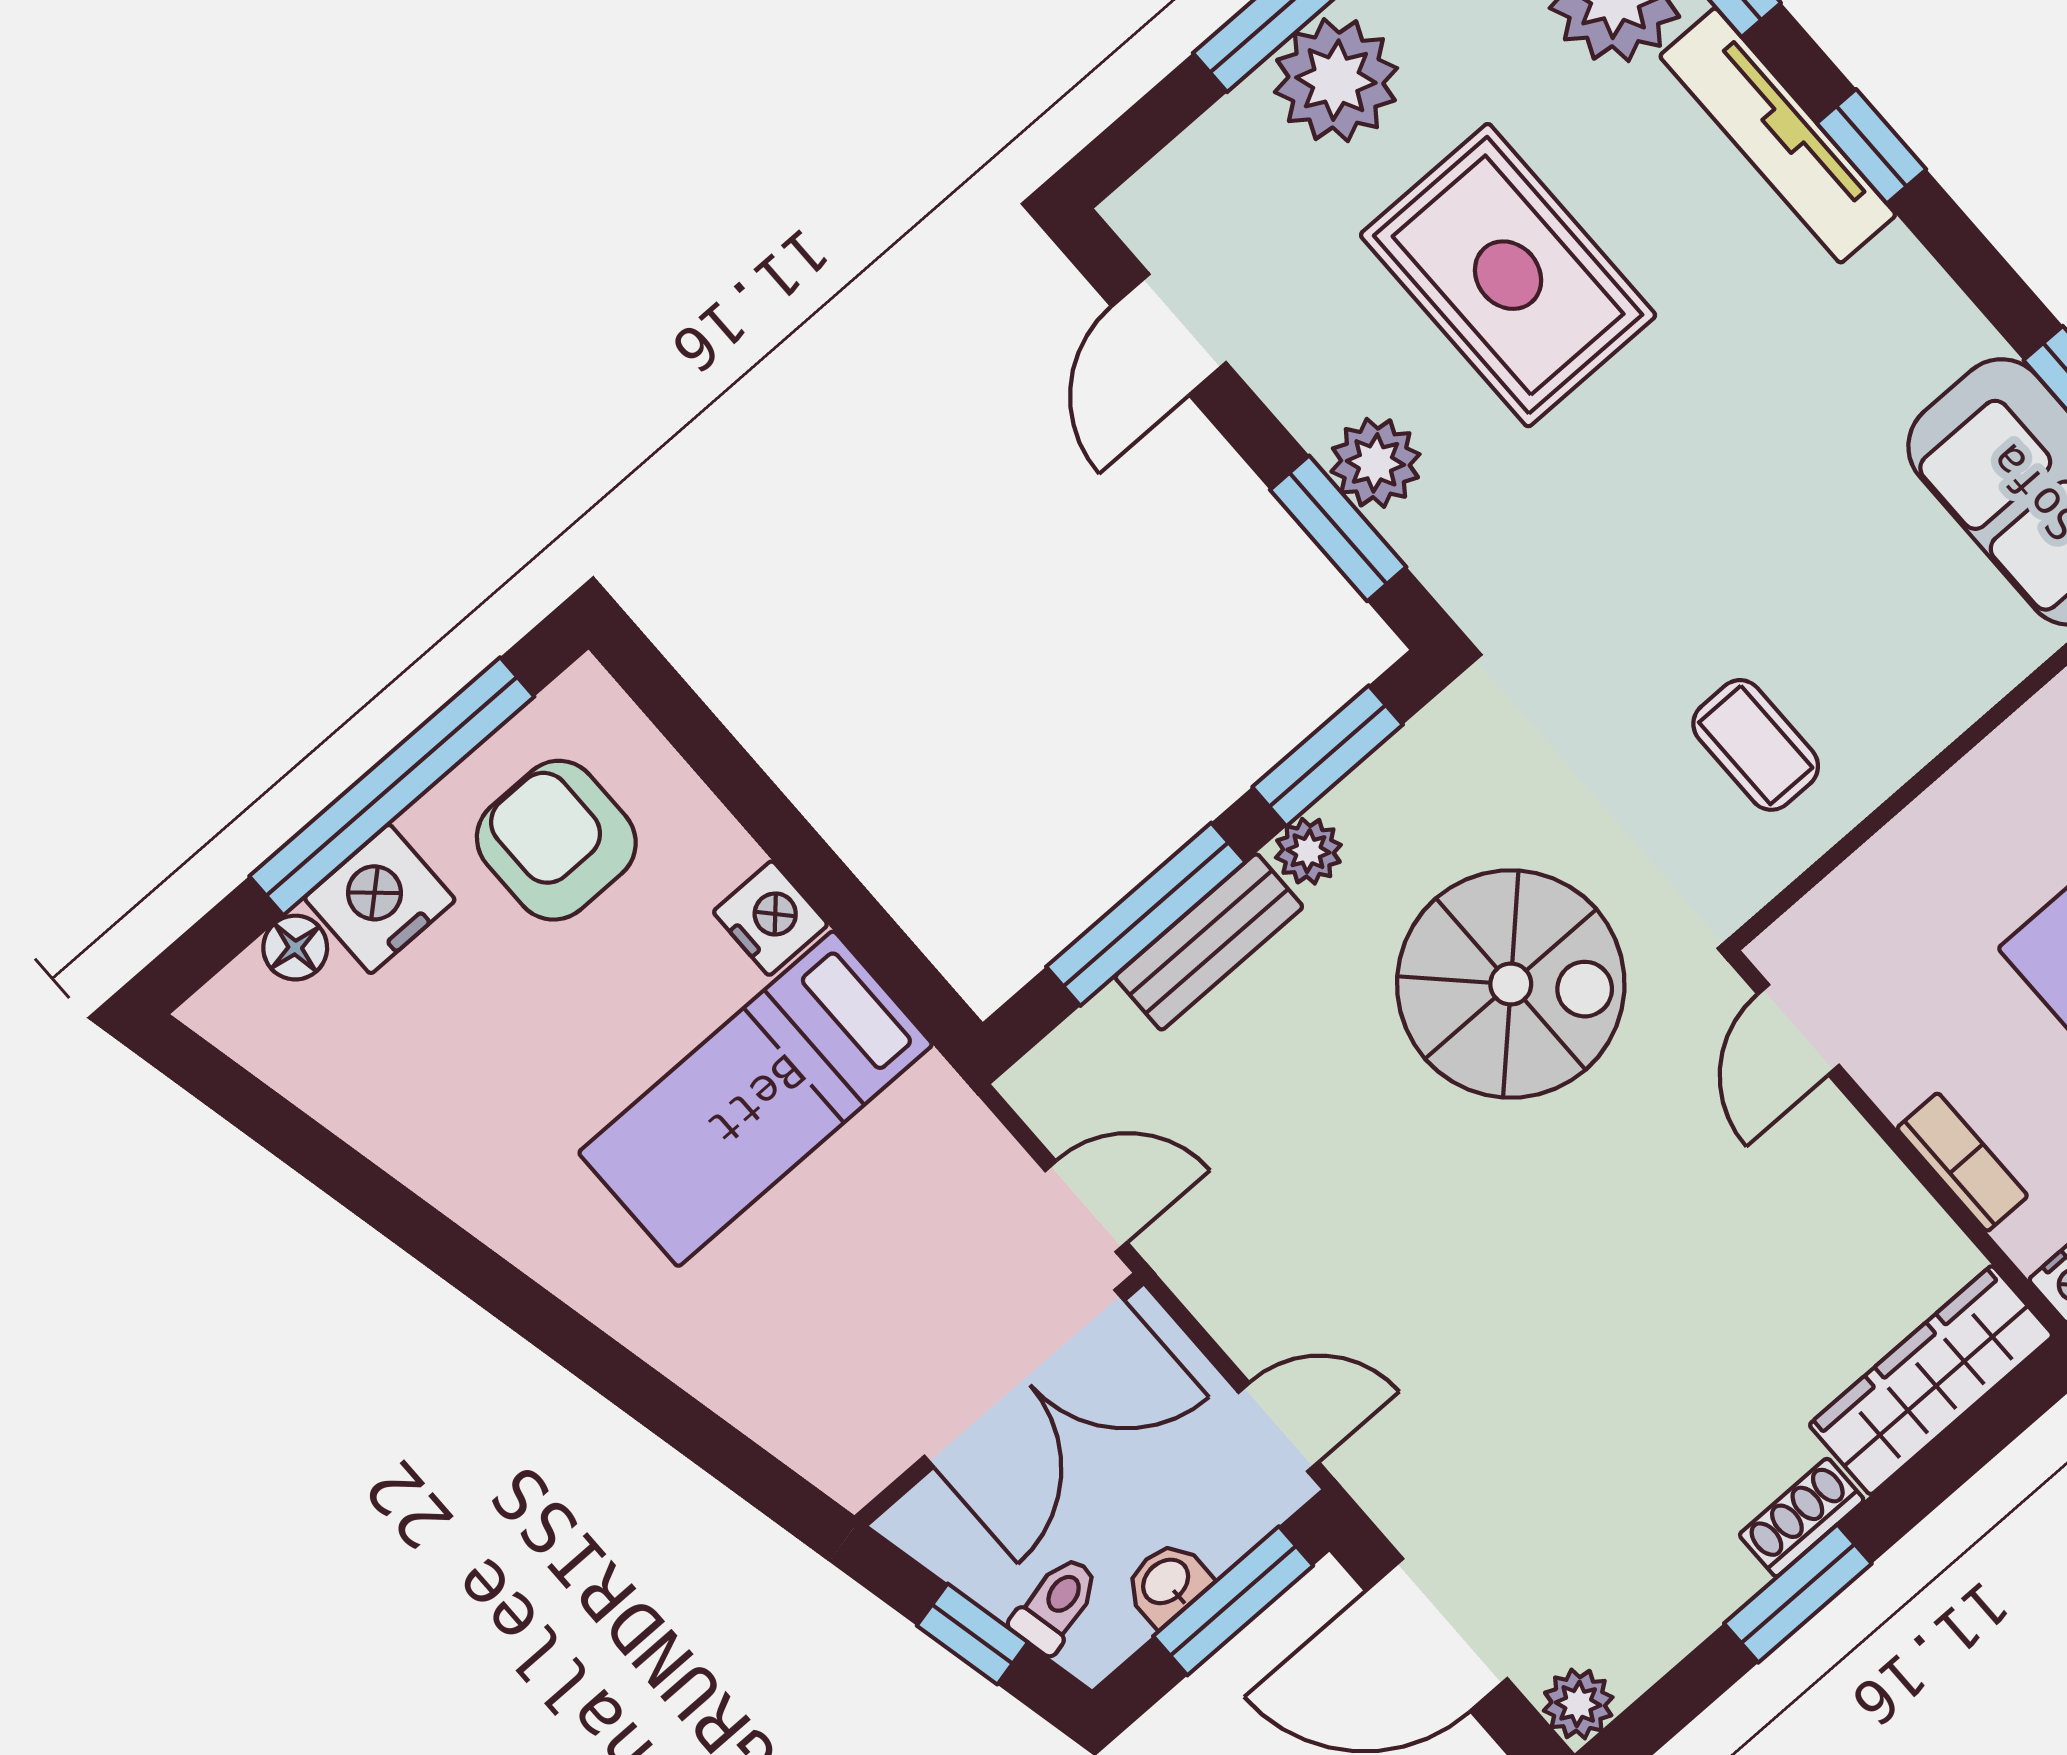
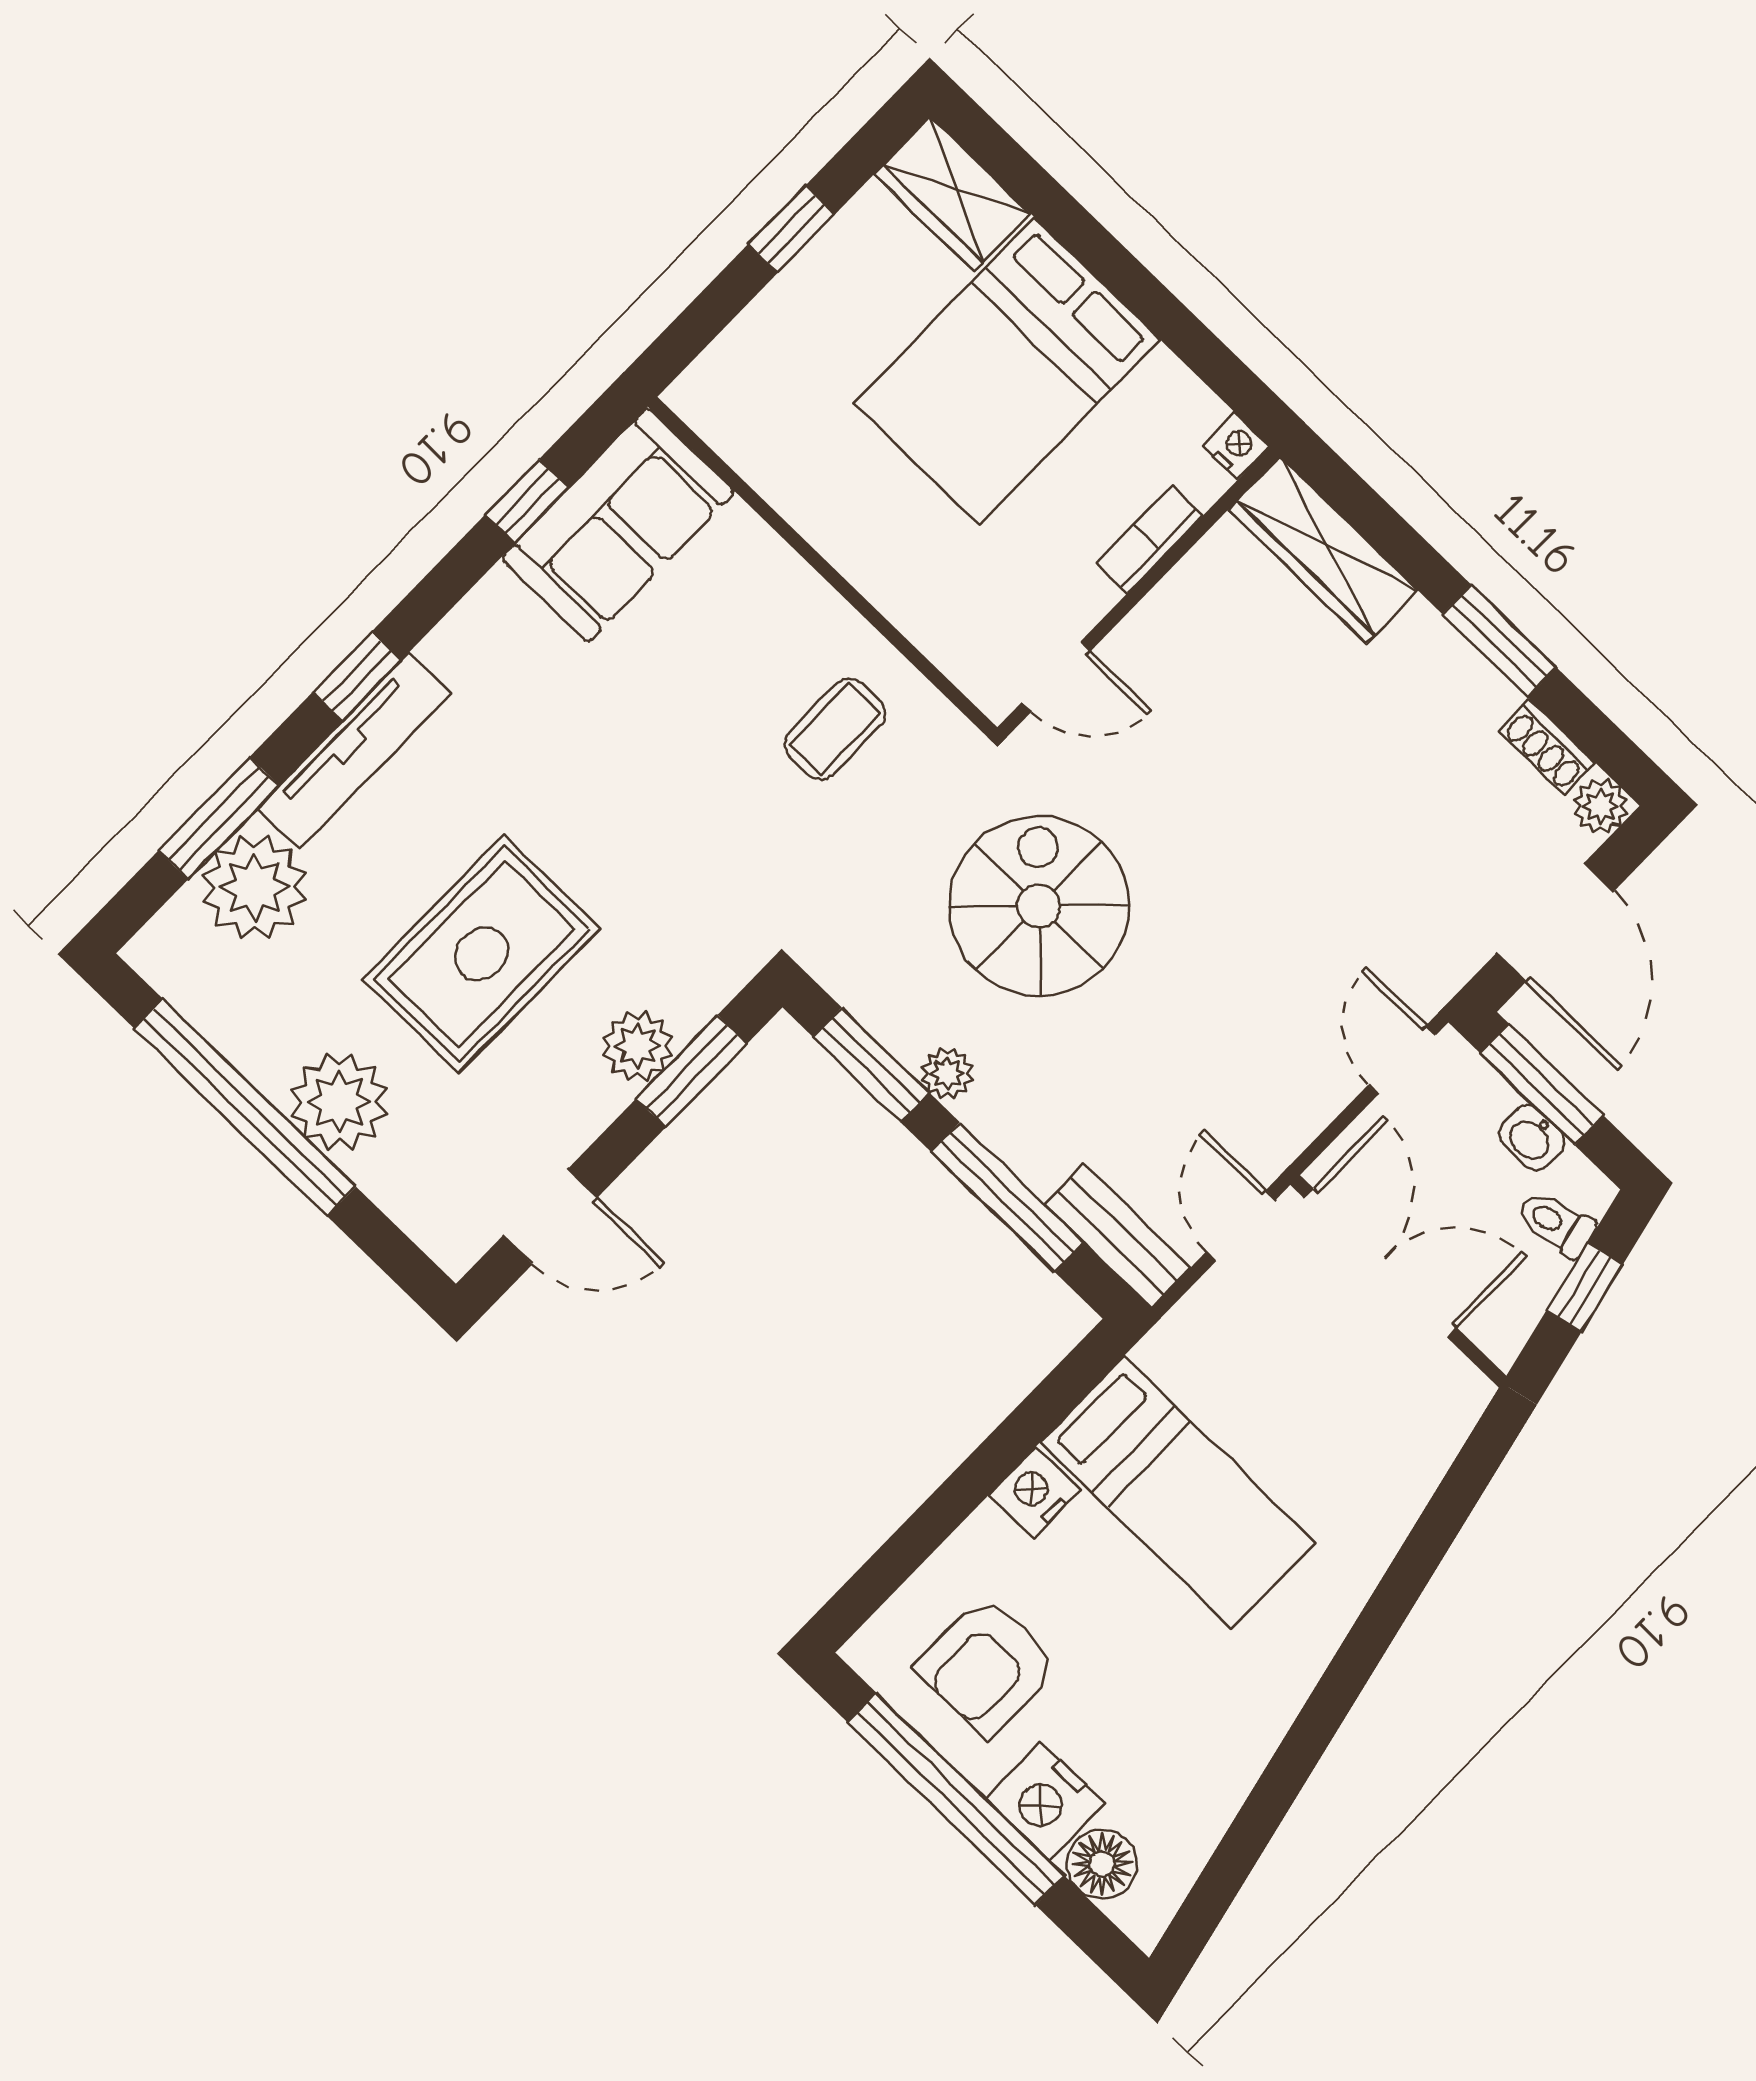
bench: (1209, 942) -> (1117, 1236), moved
floor lamp: (295, 948) -> (1102, 1864), width x1.37, depth x1.37
shoe rack: (1802, 1518) -> (1547, 747), moved

